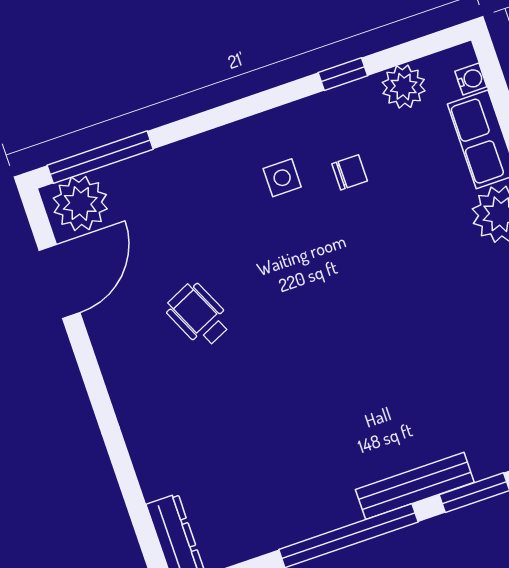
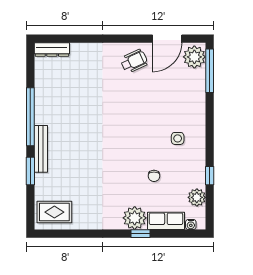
chair: (350, 172) -> (154, 176), moved
door: (60, 281) -> (167, 39), hinge flipped
wheelchair: (198, 315) -> (134, 61), moved

